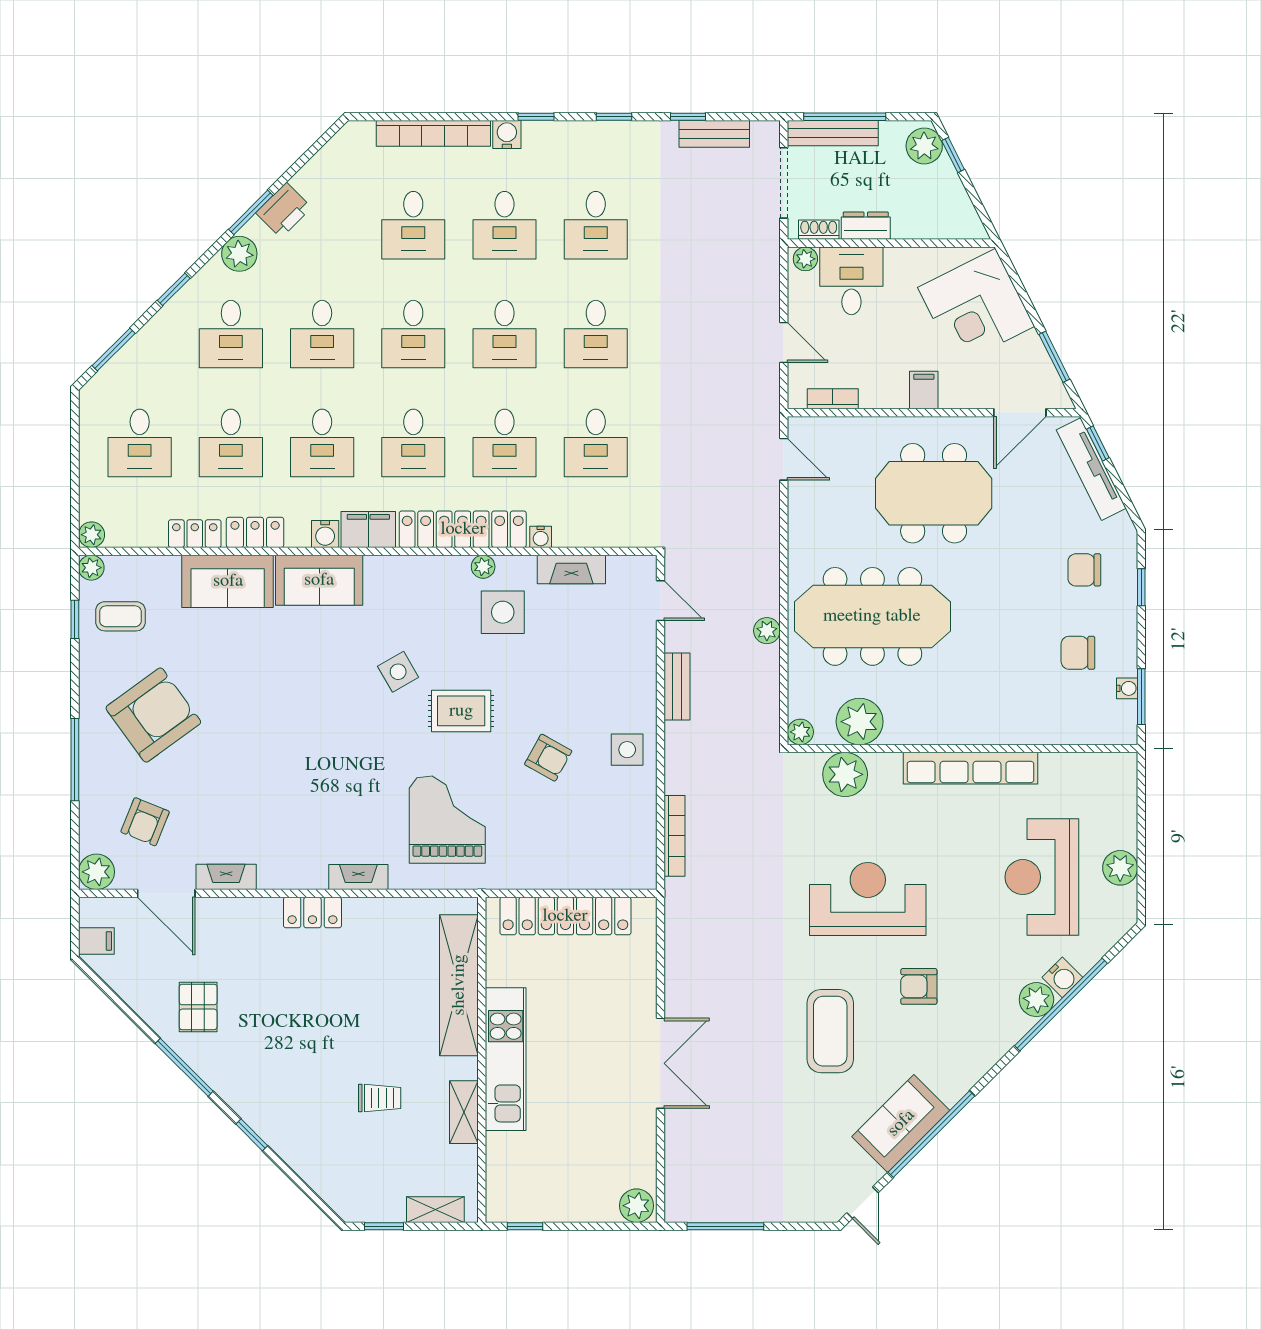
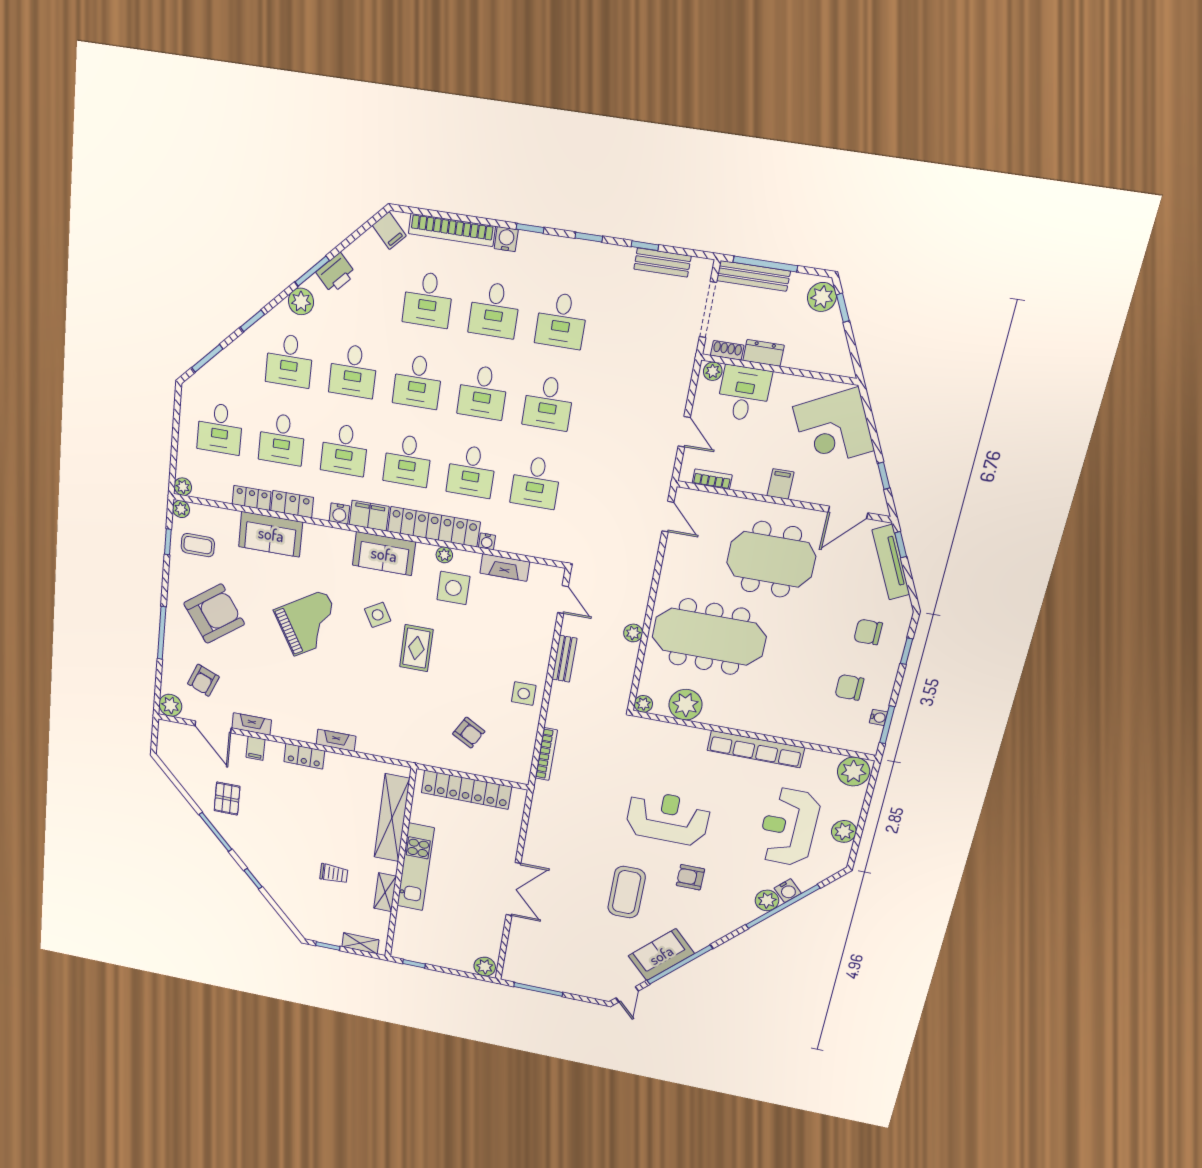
filing cabinet: (350, 146) -> (389, 231), added
window: (1054, 357) -> (884, 476), width x0.67
sofa: (319, 580) -> (384, 554), moved
rug: (461, 711) -> (416, 648), turned 90
armchair: (548, 758) -> (469, 733), moved
plant: (845, 774) -> (854, 772), moved
grand piano: (447, 820) -> (310, 623), moved, turned 59
filing cabinet: (96, 941) -> (256, 748), moved, turned 90

